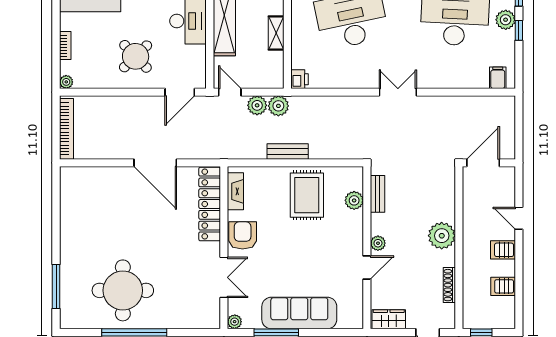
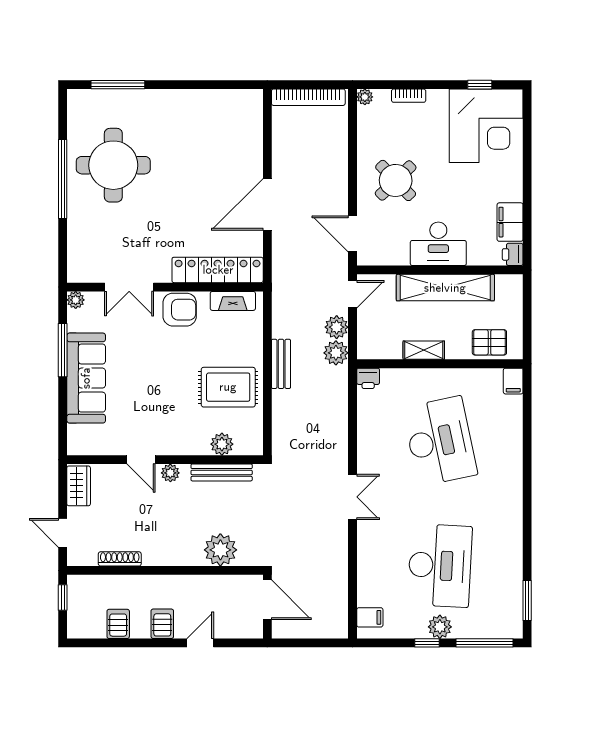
bench: (378, 194) -> (222, 472), width x1.36
plant: (442, 236) -> (220, 550), moved

